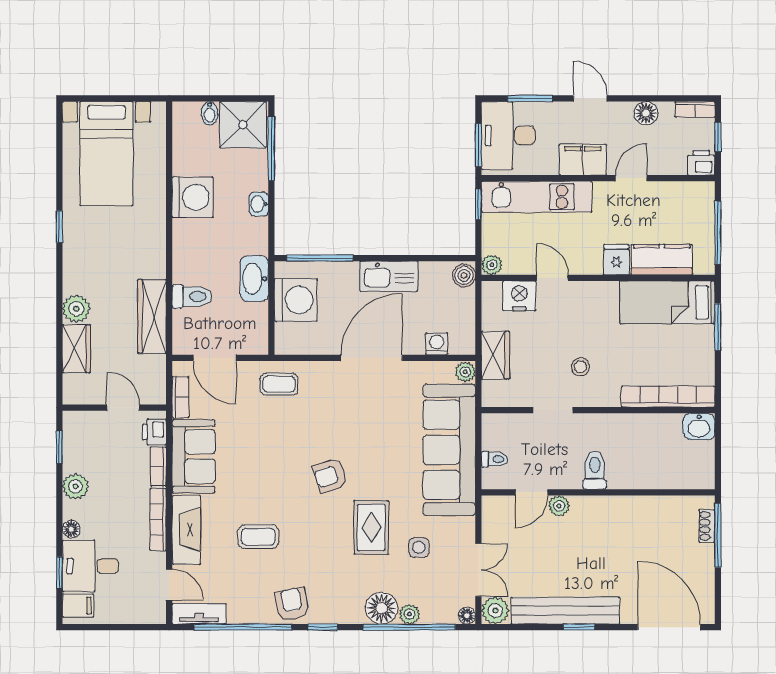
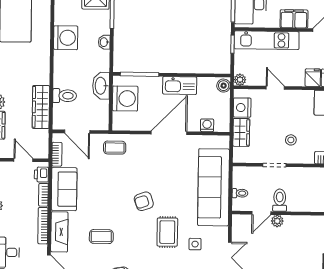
nightstand: (519, 296) -> (242, 108), moved, turned -90
plant: (465, 372) -> (224, 142), removed
toilet: (595, 470) -> (280, 200), moved

